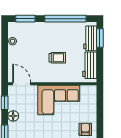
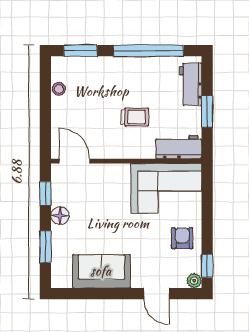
window: (100, 38) -> (207, 112), moved
workbench: (90, 65) -> (179, 147), moved, turned 90
corner sofa: (59, 100) -> (166, 188), moved

